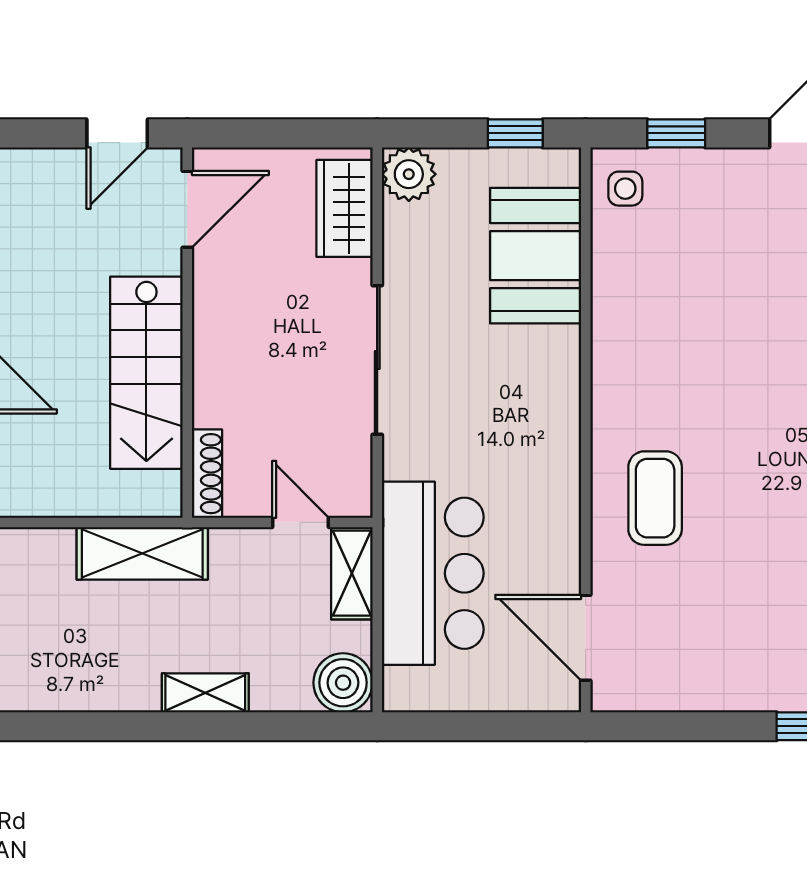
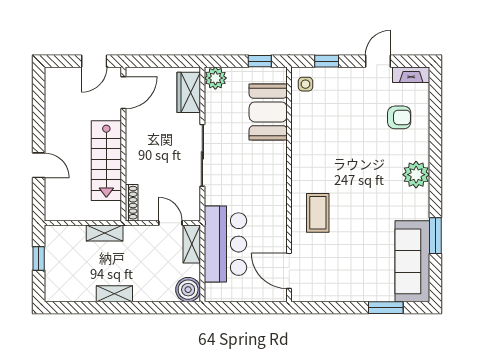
shelving: (142, 553) -> (105, 233), width x0.67, depth x0.75
shelving: (205, 693) -> (114, 294), moved

